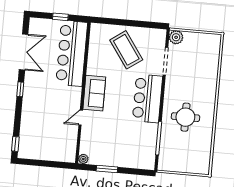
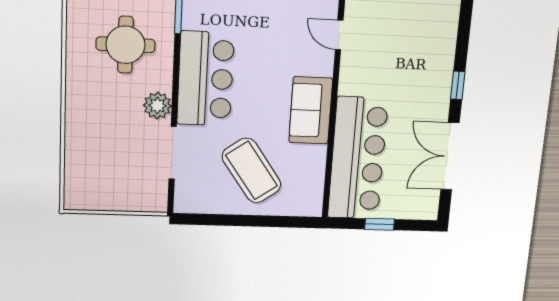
plant: (176, 37) -> (157, 106), moved
sofa: (94, 93) -> (311, 110), moved
door: (81, 118) -> (339, 35), swing flipped

